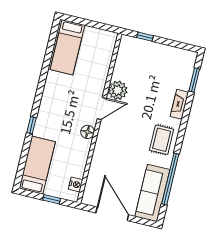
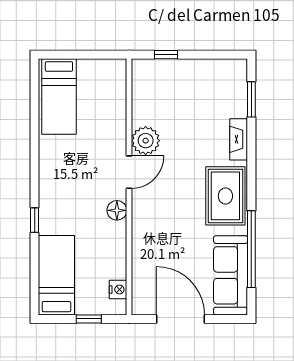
rug: (162, 140) -> (225, 196), width x1.36, depth x1.43

